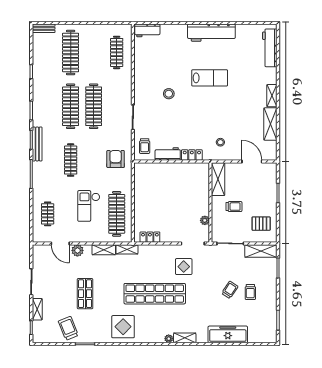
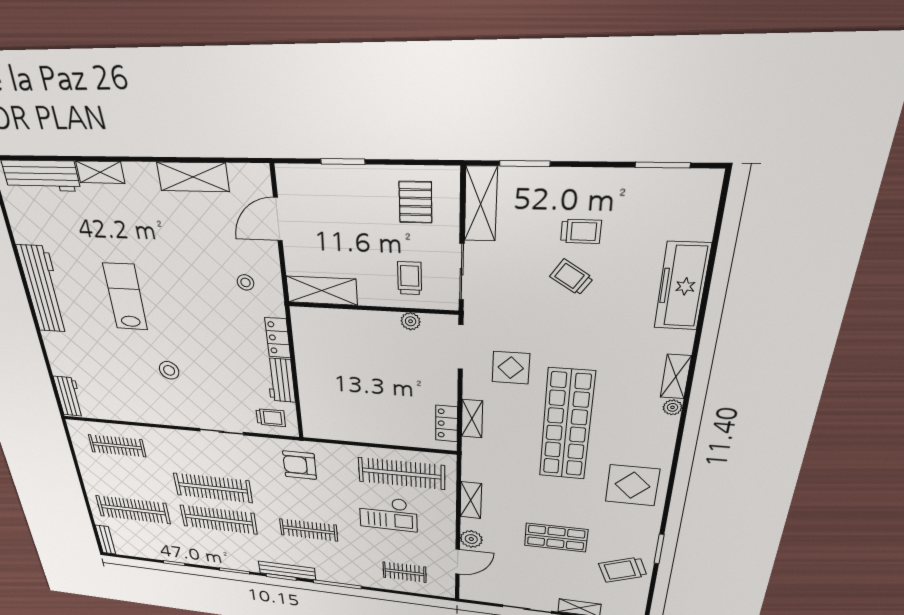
shelving: (272, 96) -> (100, 172), moved
trolley: (234, 207) -> (410, 278), moved
shelving: (127, 249) -> (472, 419), moved

